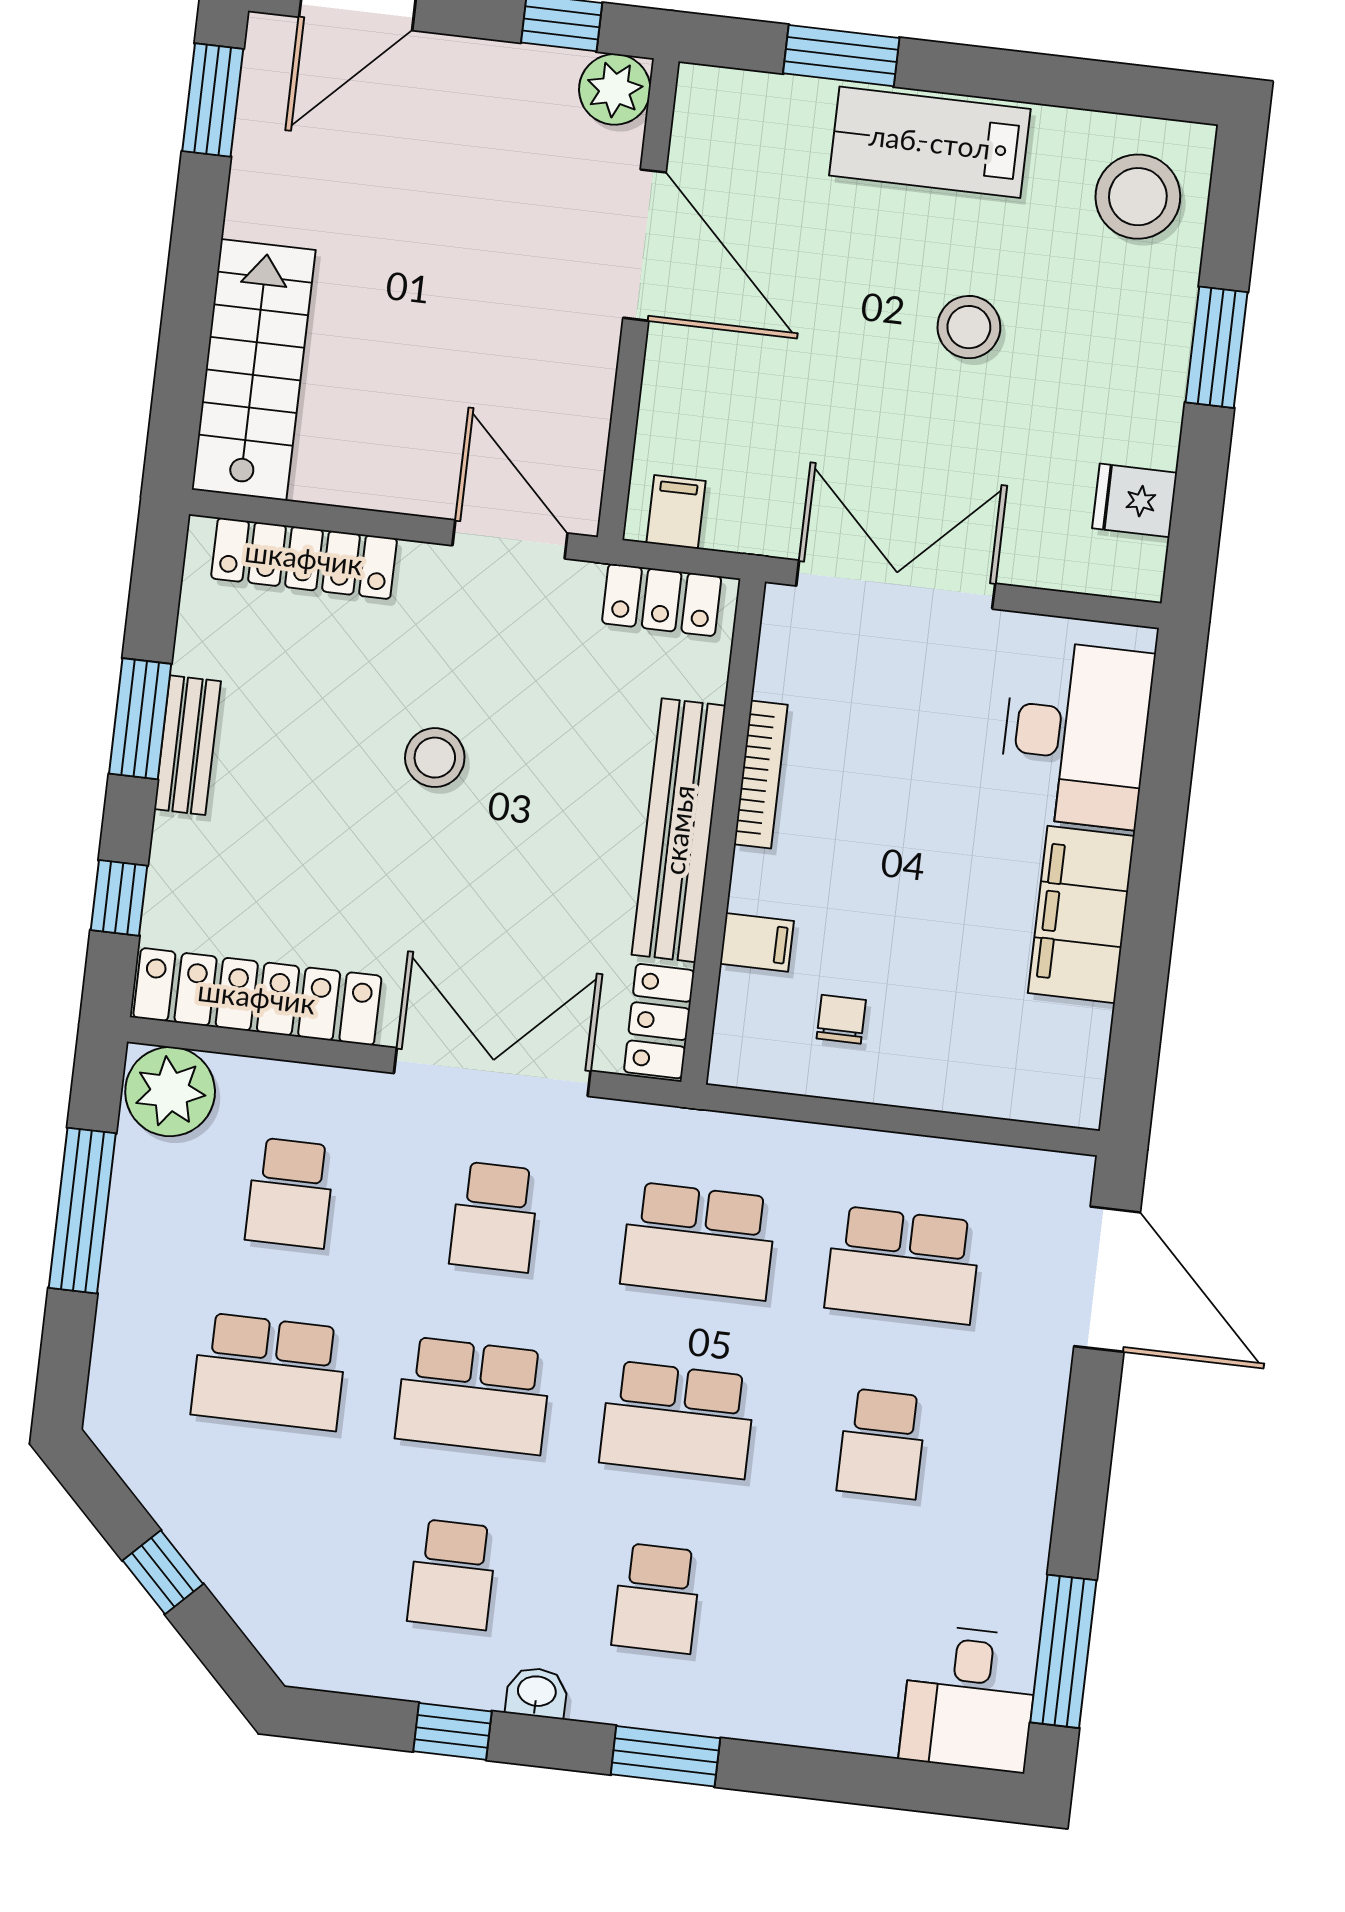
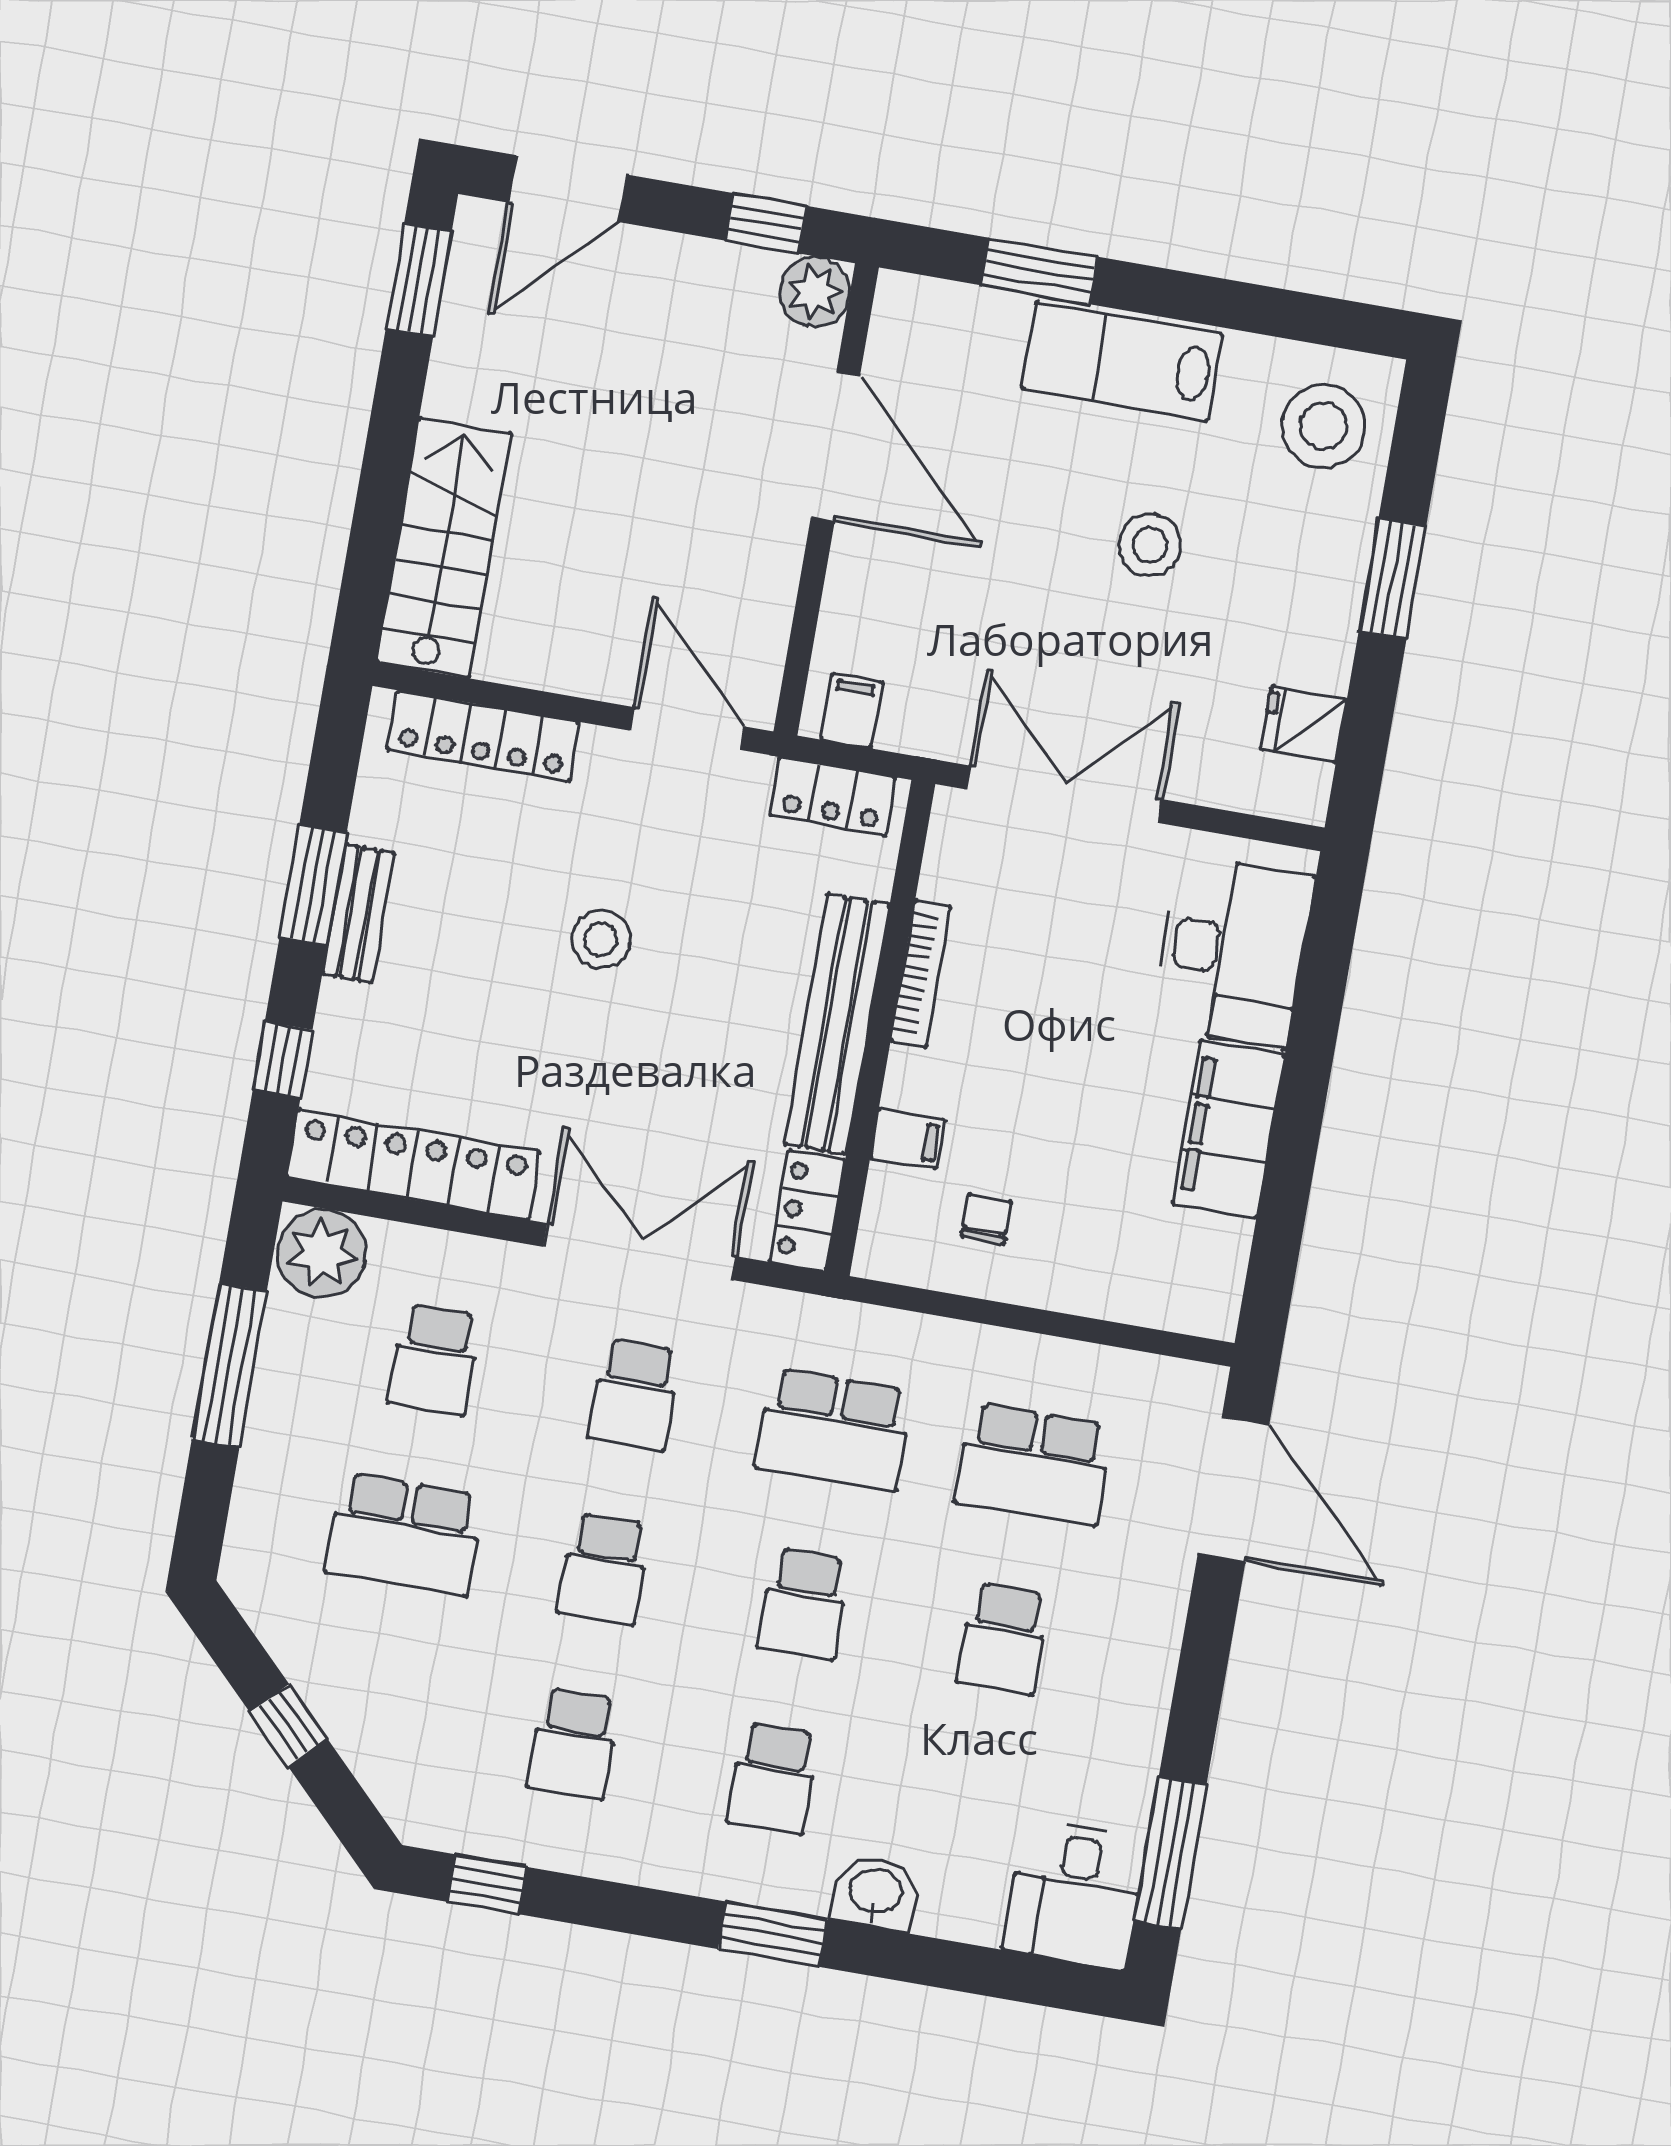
school desk: (473, 1396) -> (604, 1569), width x0.54
school desk: (678, 1420) -> (803, 1604), width x0.54
washbasin: (537, 1693) -> (875, 1893), moved, width x1.38, depth x1.45
window: (452, 1731) -> (487, 1884), moved

